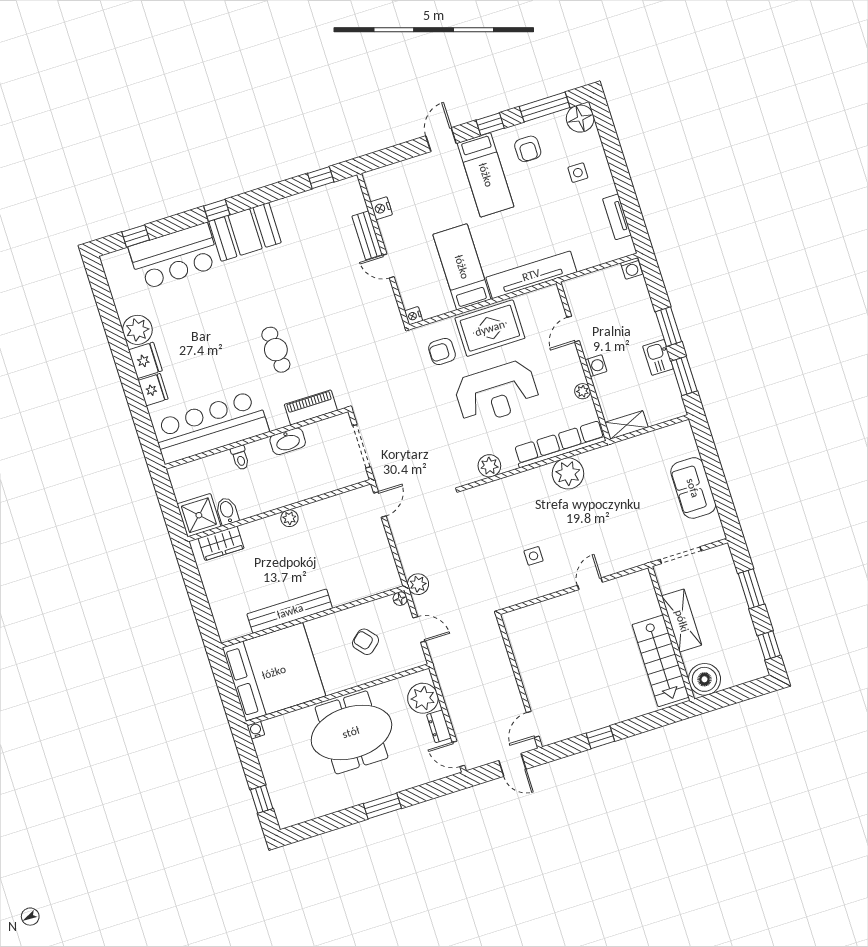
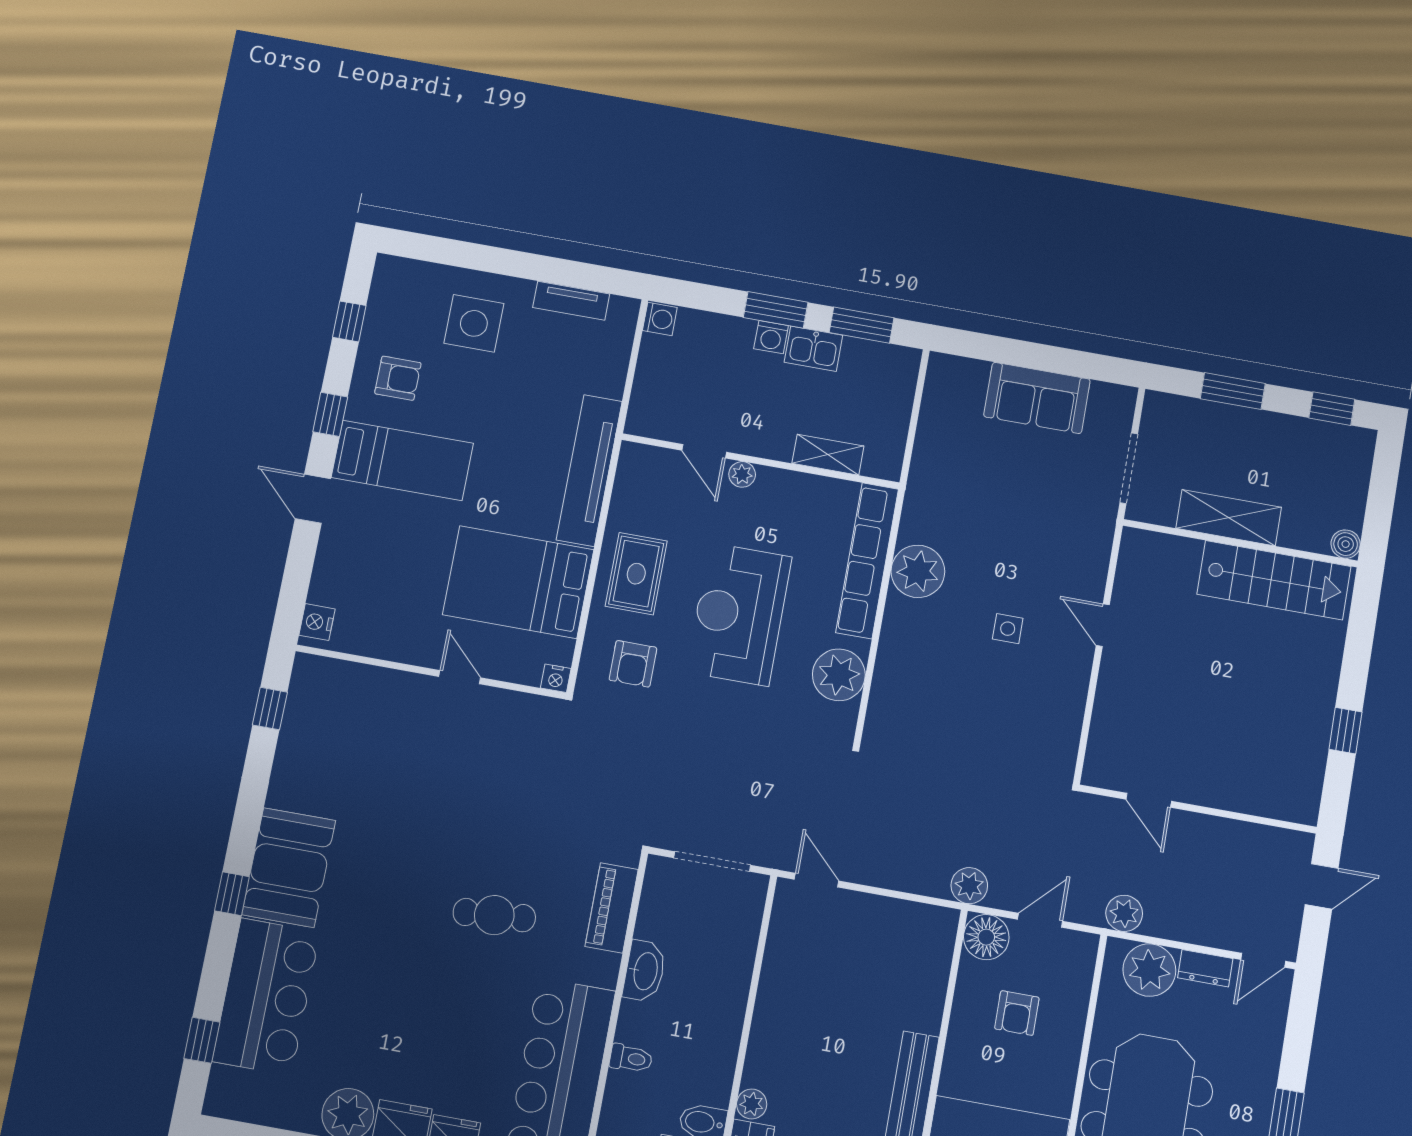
window: (545, 107) -> (349, 321), width x0.46
floor lamp: (580, 119) -> (395, 279), removed
side table: (578, 173) -> (474, 323), width x1.87, depth x1.87
nightstand: (381, 208) -> (317, 622), moved, turned 90
bench: (367, 235) -> (396, 684), removed
door: (388, 266) -> (460, 677), swing flipped
bed: (462, 267) -> (518, 582), width x1.50
rug: (490, 328) -> (636, 574), width x0.73, depth x0.70
washing machine: (596, 366) -> (771, 337), moved, turned 180
plant: (583, 391) -> (742, 474), moved
reception desk: (497, 393) -> (739, 614), turned 180
shelving: (626, 425) -> (828, 455), moved, turned 90
plant: (489, 466) -> (839, 675), width x1.36, depth x1.36
plant: (289, 518) -> (752, 1104), moved
side table: (534, 556) -> (1008, 629), moved
floor lamp: (400, 599) -> (986, 937), width x1.89, depth x1.89
armchair: (366, 642) -> (1017, 1013), turned -49
plant: (445, 671) -> (1124, 913), added
boiler: (704, 679) -> (1346, 544), width x0.54, depth x0.54
door: (533, 724) -> (1149, 800), moved

